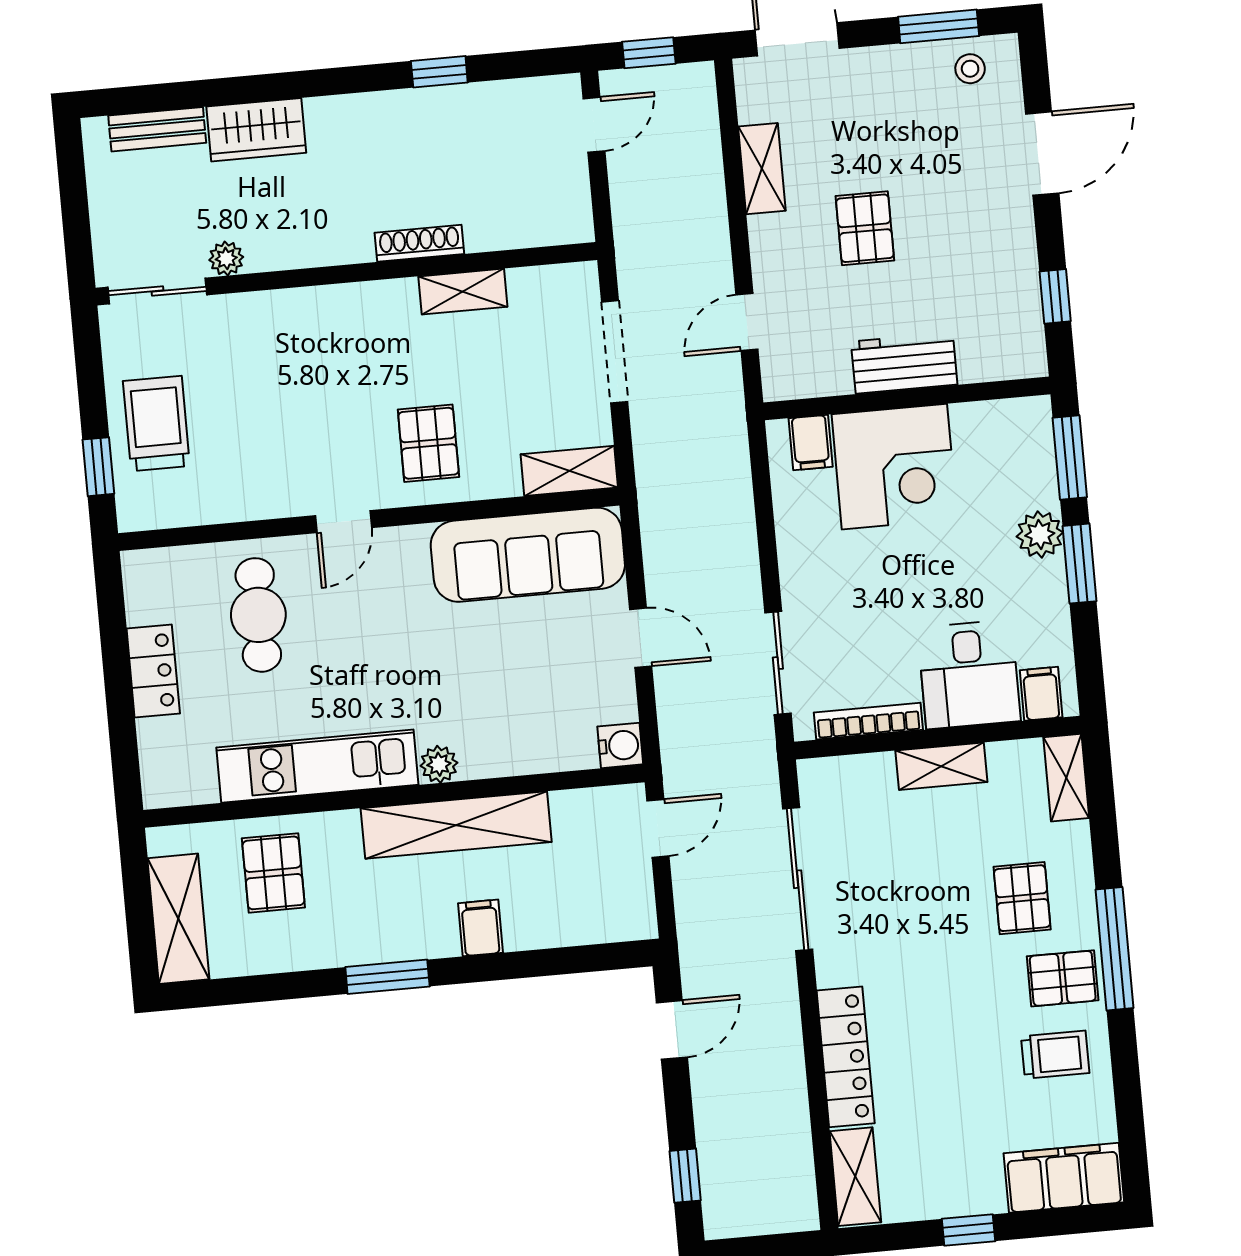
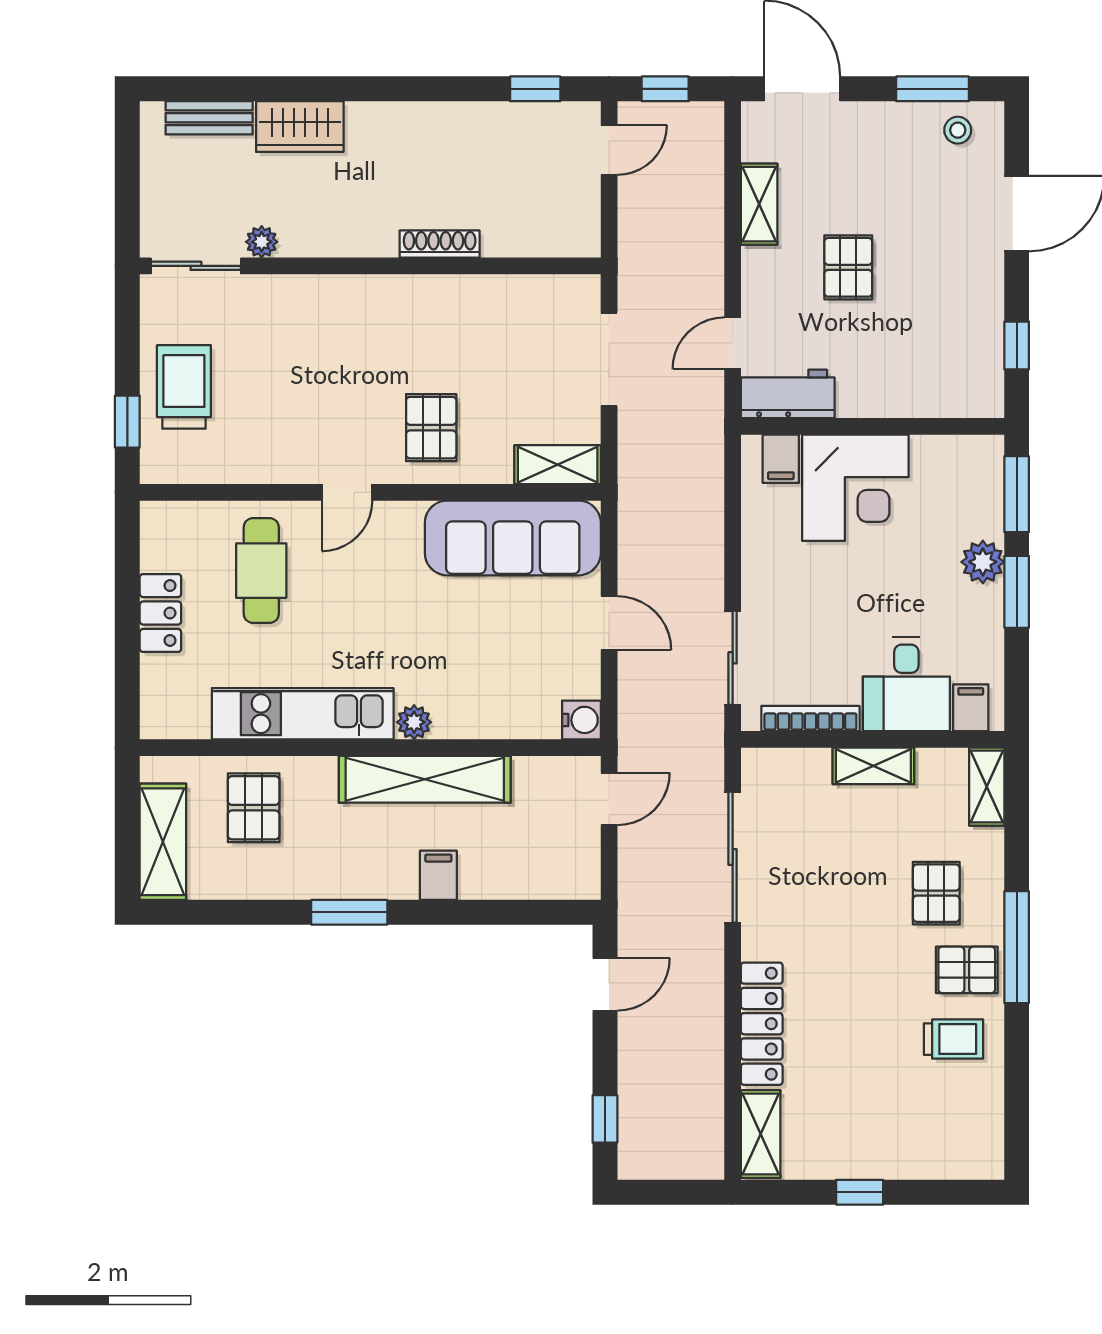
window: (439, 72) -> (535, 89), moved
shelving: (463, 292) -> (475, 292), removed
workbench: (904, 363) -> (788, 394), moved
filing cabinet: (1064, 1178) -> (951, 1152), removed

